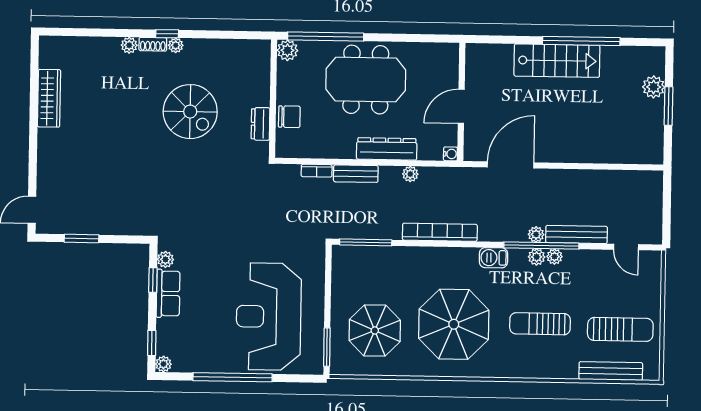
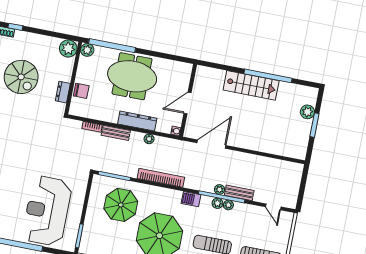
plant: (176, 45) -> (68, 48), moved, width x1.88, depth x1.88
bench: (576, 234) -> (239, 193), width x0.73
parasol: (375, 330) -> (121, 205), moved

